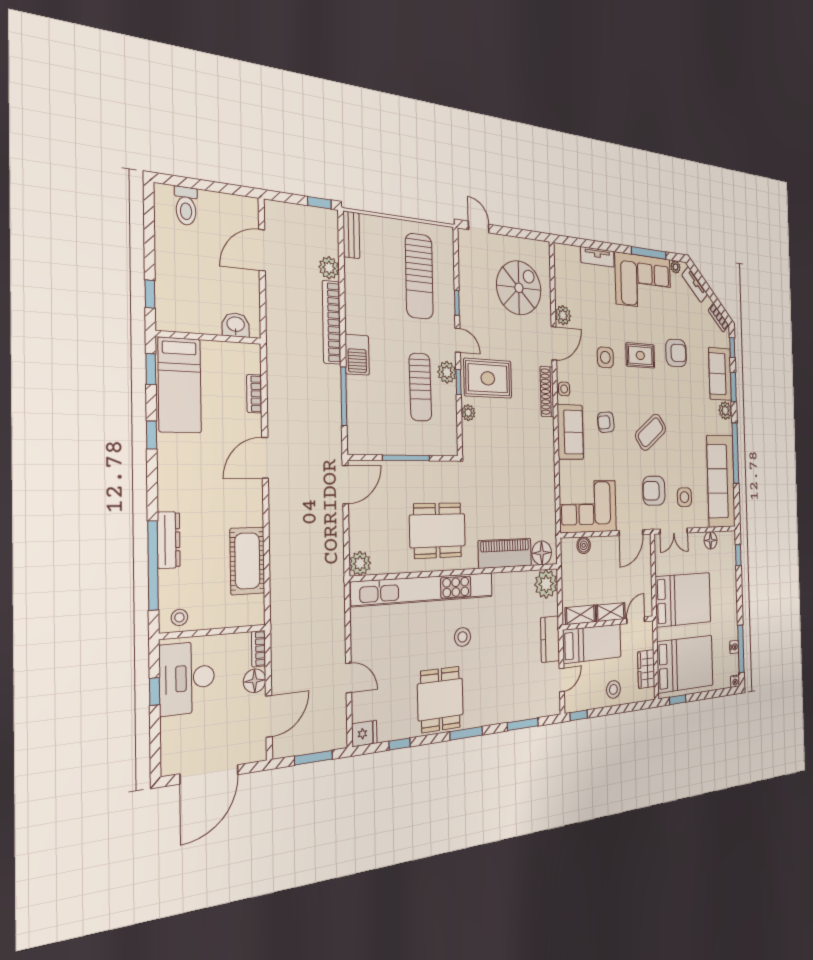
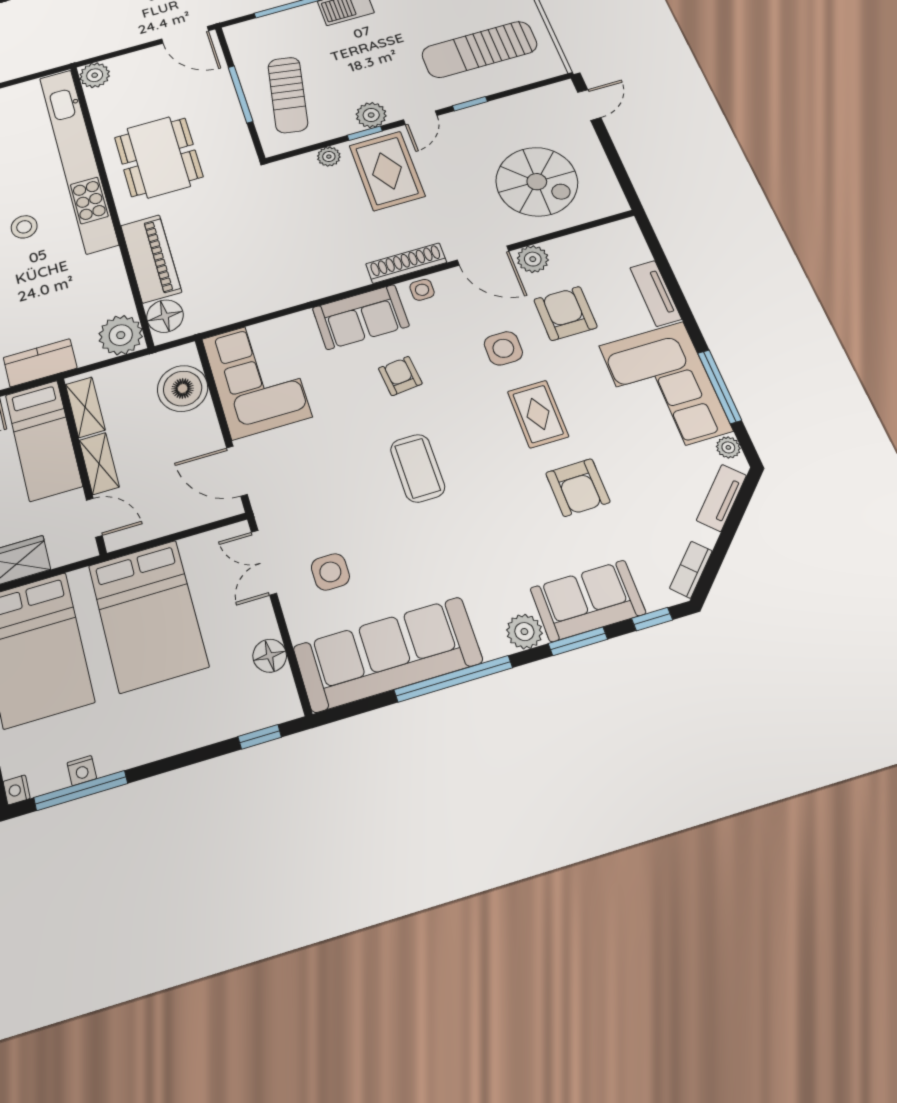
sun lounger: (420, 387) -> (288, 95), moved, turned -79
coffee table: (651, 432) -> (418, 468), turned 37
armchair: (654, 491) -> (565, 313), moved
boiler: (584, 545) -> (183, 388), width x1.86, depth x1.86

